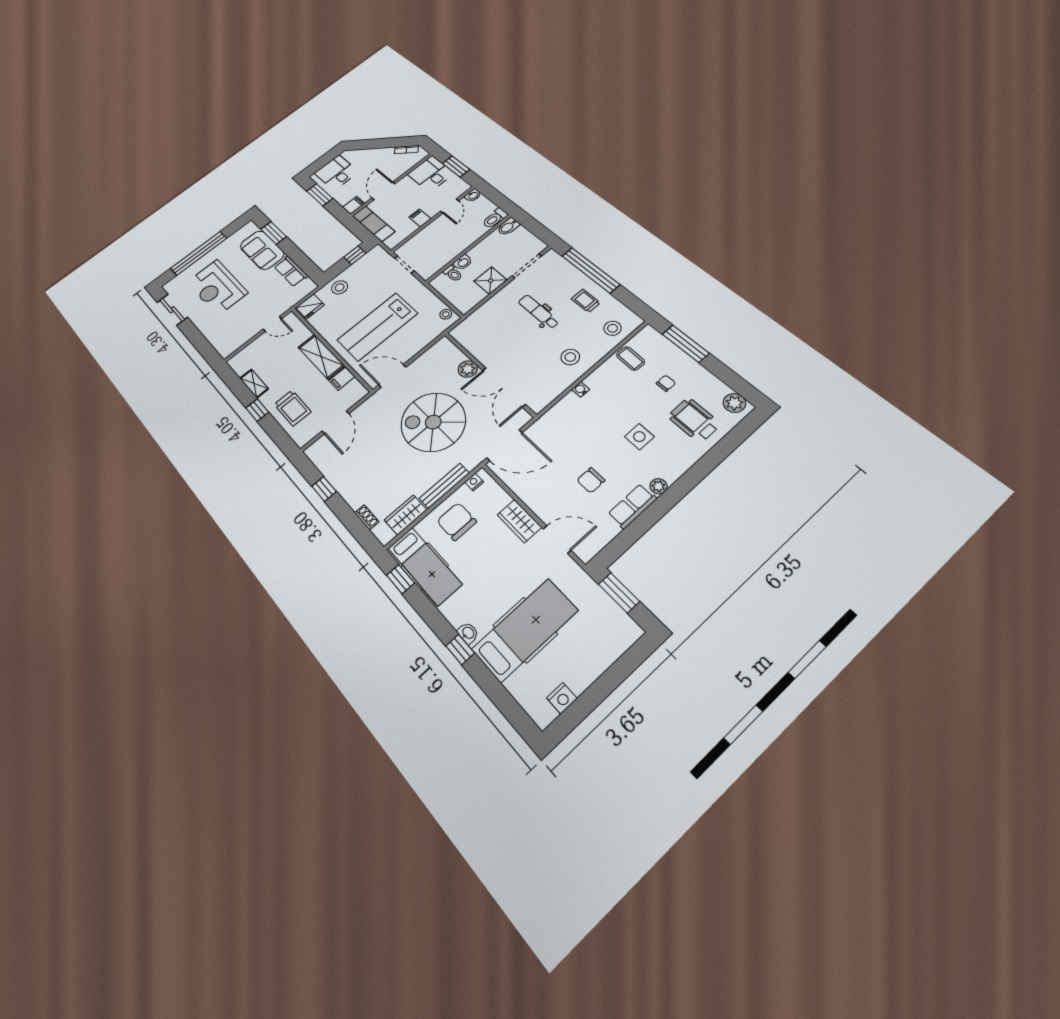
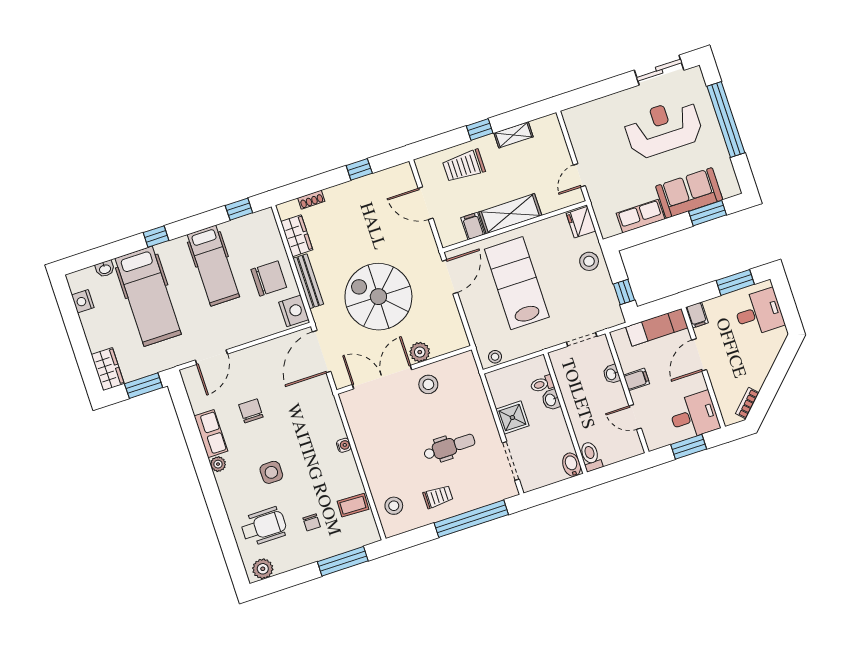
door: (383, 191) -> (699, 355), swing flipped
washbasin: (473, 195) -> (611, 374), moved
stool: (570, 357) -> (428, 384), moved
spiral stairs: (433, 422) -> (378, 297), turned -90
nightstand: (474, 482) -> (294, 311), width x1.89, depth x1.79
wardrobe: (519, 521) -> (108, 369), moved, turned 90
hospital bed: (425, 566) -> (213, 266), moved, turned -90
washbasin: (468, 633) -> (105, 269), moved

